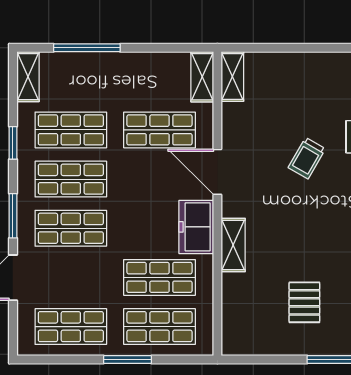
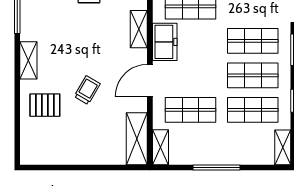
window: (87, 48) -> (216, 168), moved
shelving: (232, 76) -> (137, 139), width x1.50, depth x1.33
door: (217, 172) -> (150, 81), swing flipped

